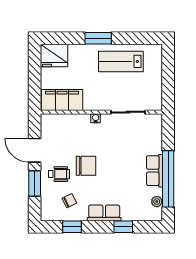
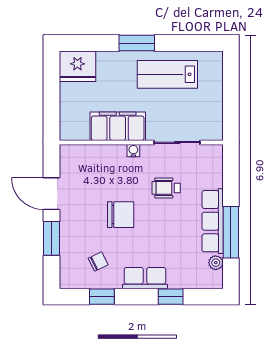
filing cabinet: (62, 100) -> (118, 126), moved
row of seats: (154, 171) -> (213, 221), width x1.48
wheelchair: (59, 174) -> (166, 188), moved, turned 180
window: (168, 179) -> (231, 232), width x0.68

